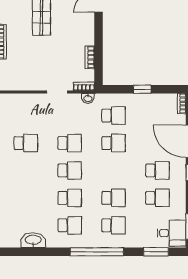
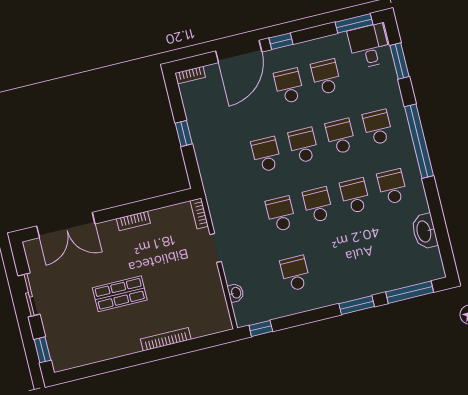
bookcase: (90, 57) -> (133, 221), moved
washbasin: (88, 98) -> (236, 293), moved
school desk: (114, 116) -> (303, 145), moved

